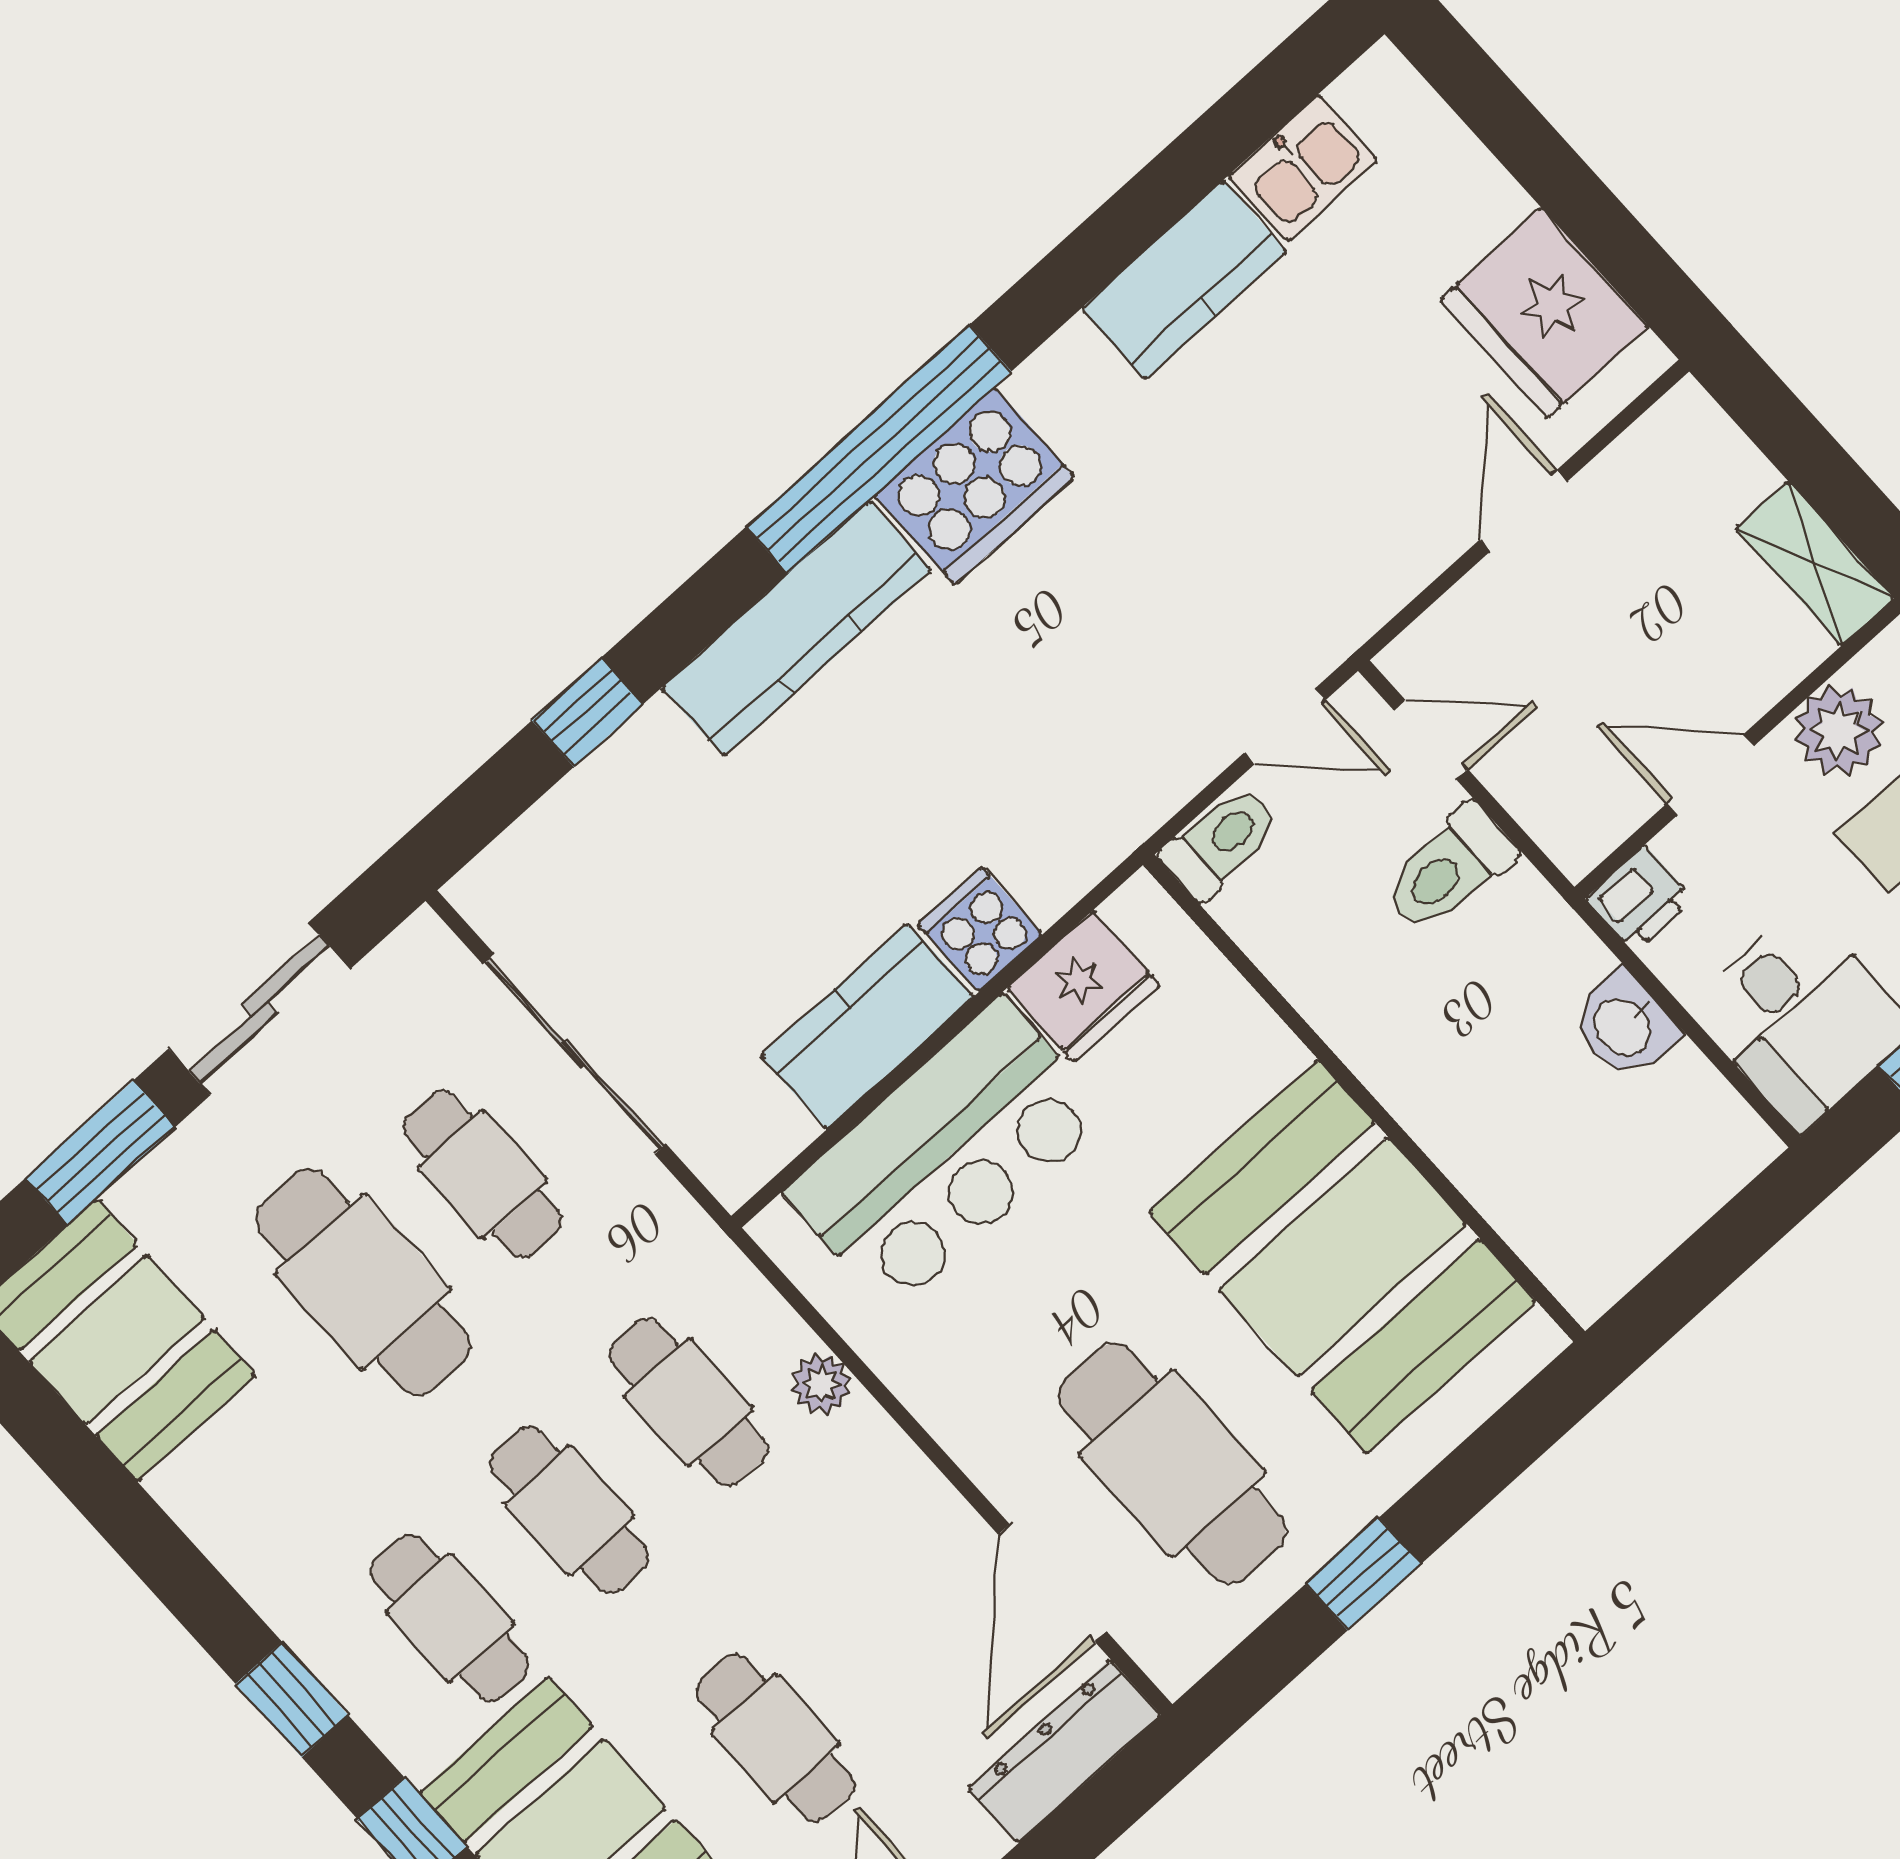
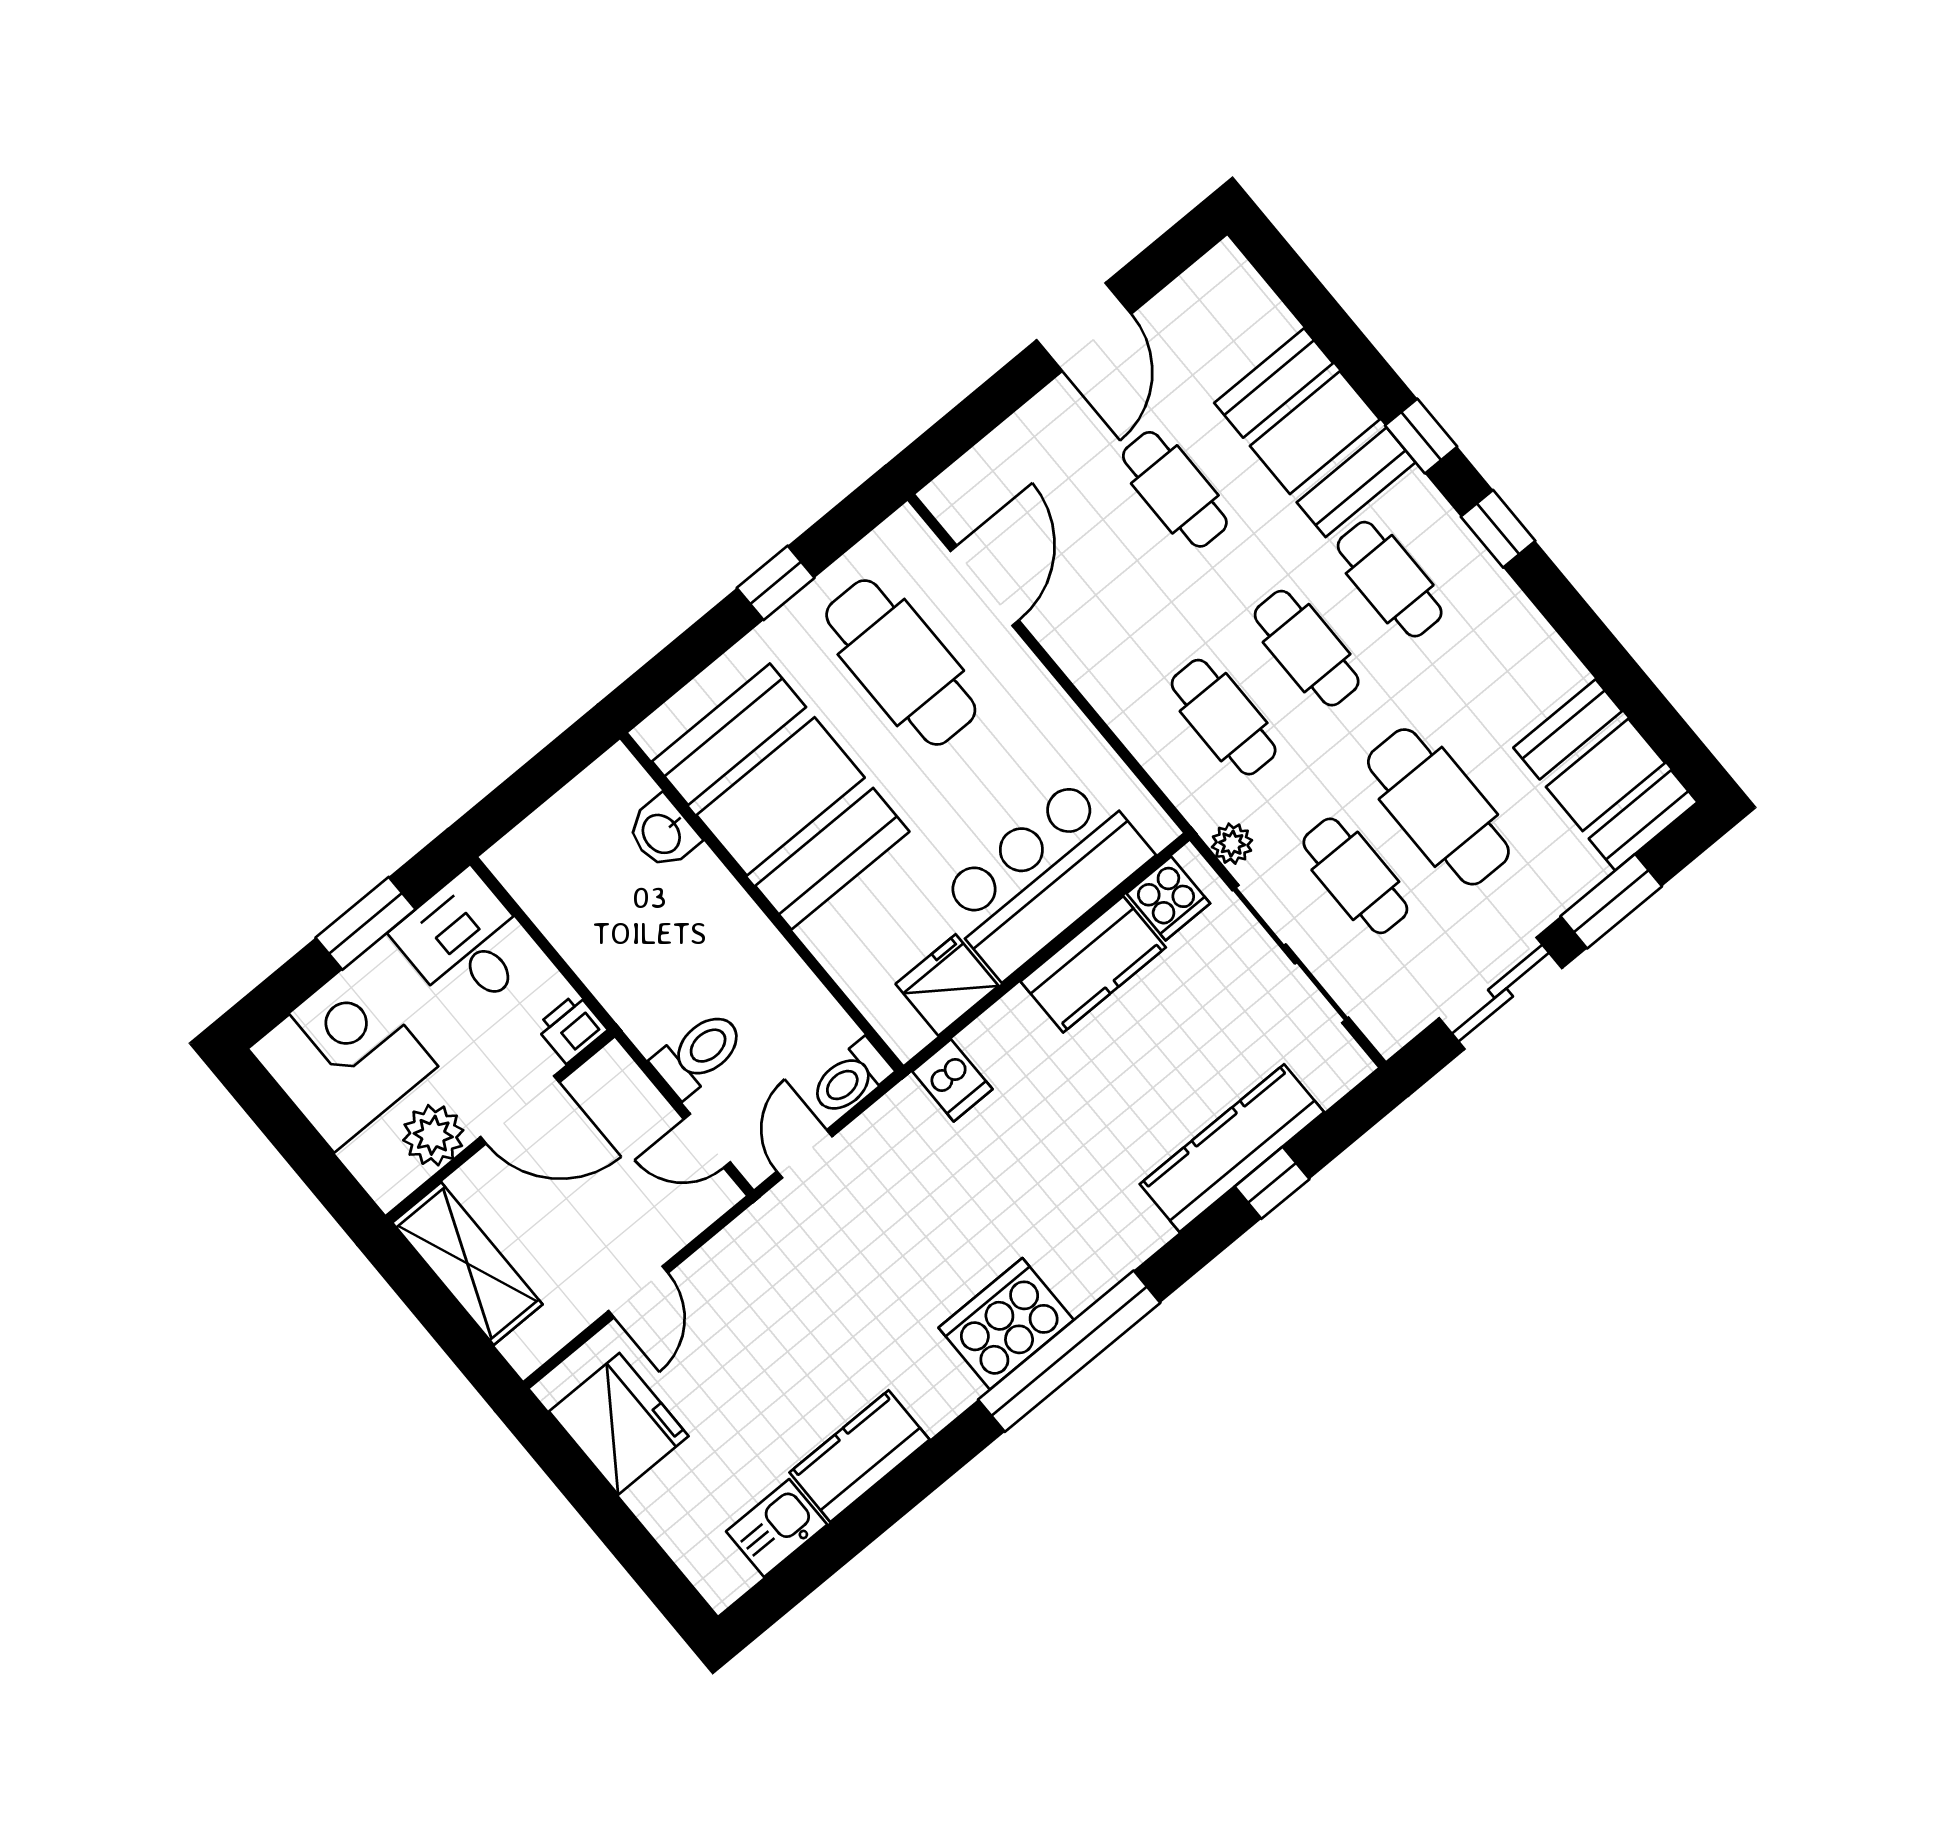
shelving: (1815, 563) -> (467, 1264), width x1.50, depth x1.33
kitchen counter: (796, 628) -> (1232, 1148), moved
door: (1285, 726) -> (804, 1154), hinge flipped
door: (1711, 774) -> (520, 1110), width x1.38
dishwasher: (1069, 845) -> (952, 1080), added
cooker: (980, 929) -> (1168, 898), moved
washbasin: (1624, 1025) -> (662, 833), moved, turned 180
plant: (821, 1384) -> (1232, 844), moved
dresser: (1064, 1751) -> (981, 472), removed

